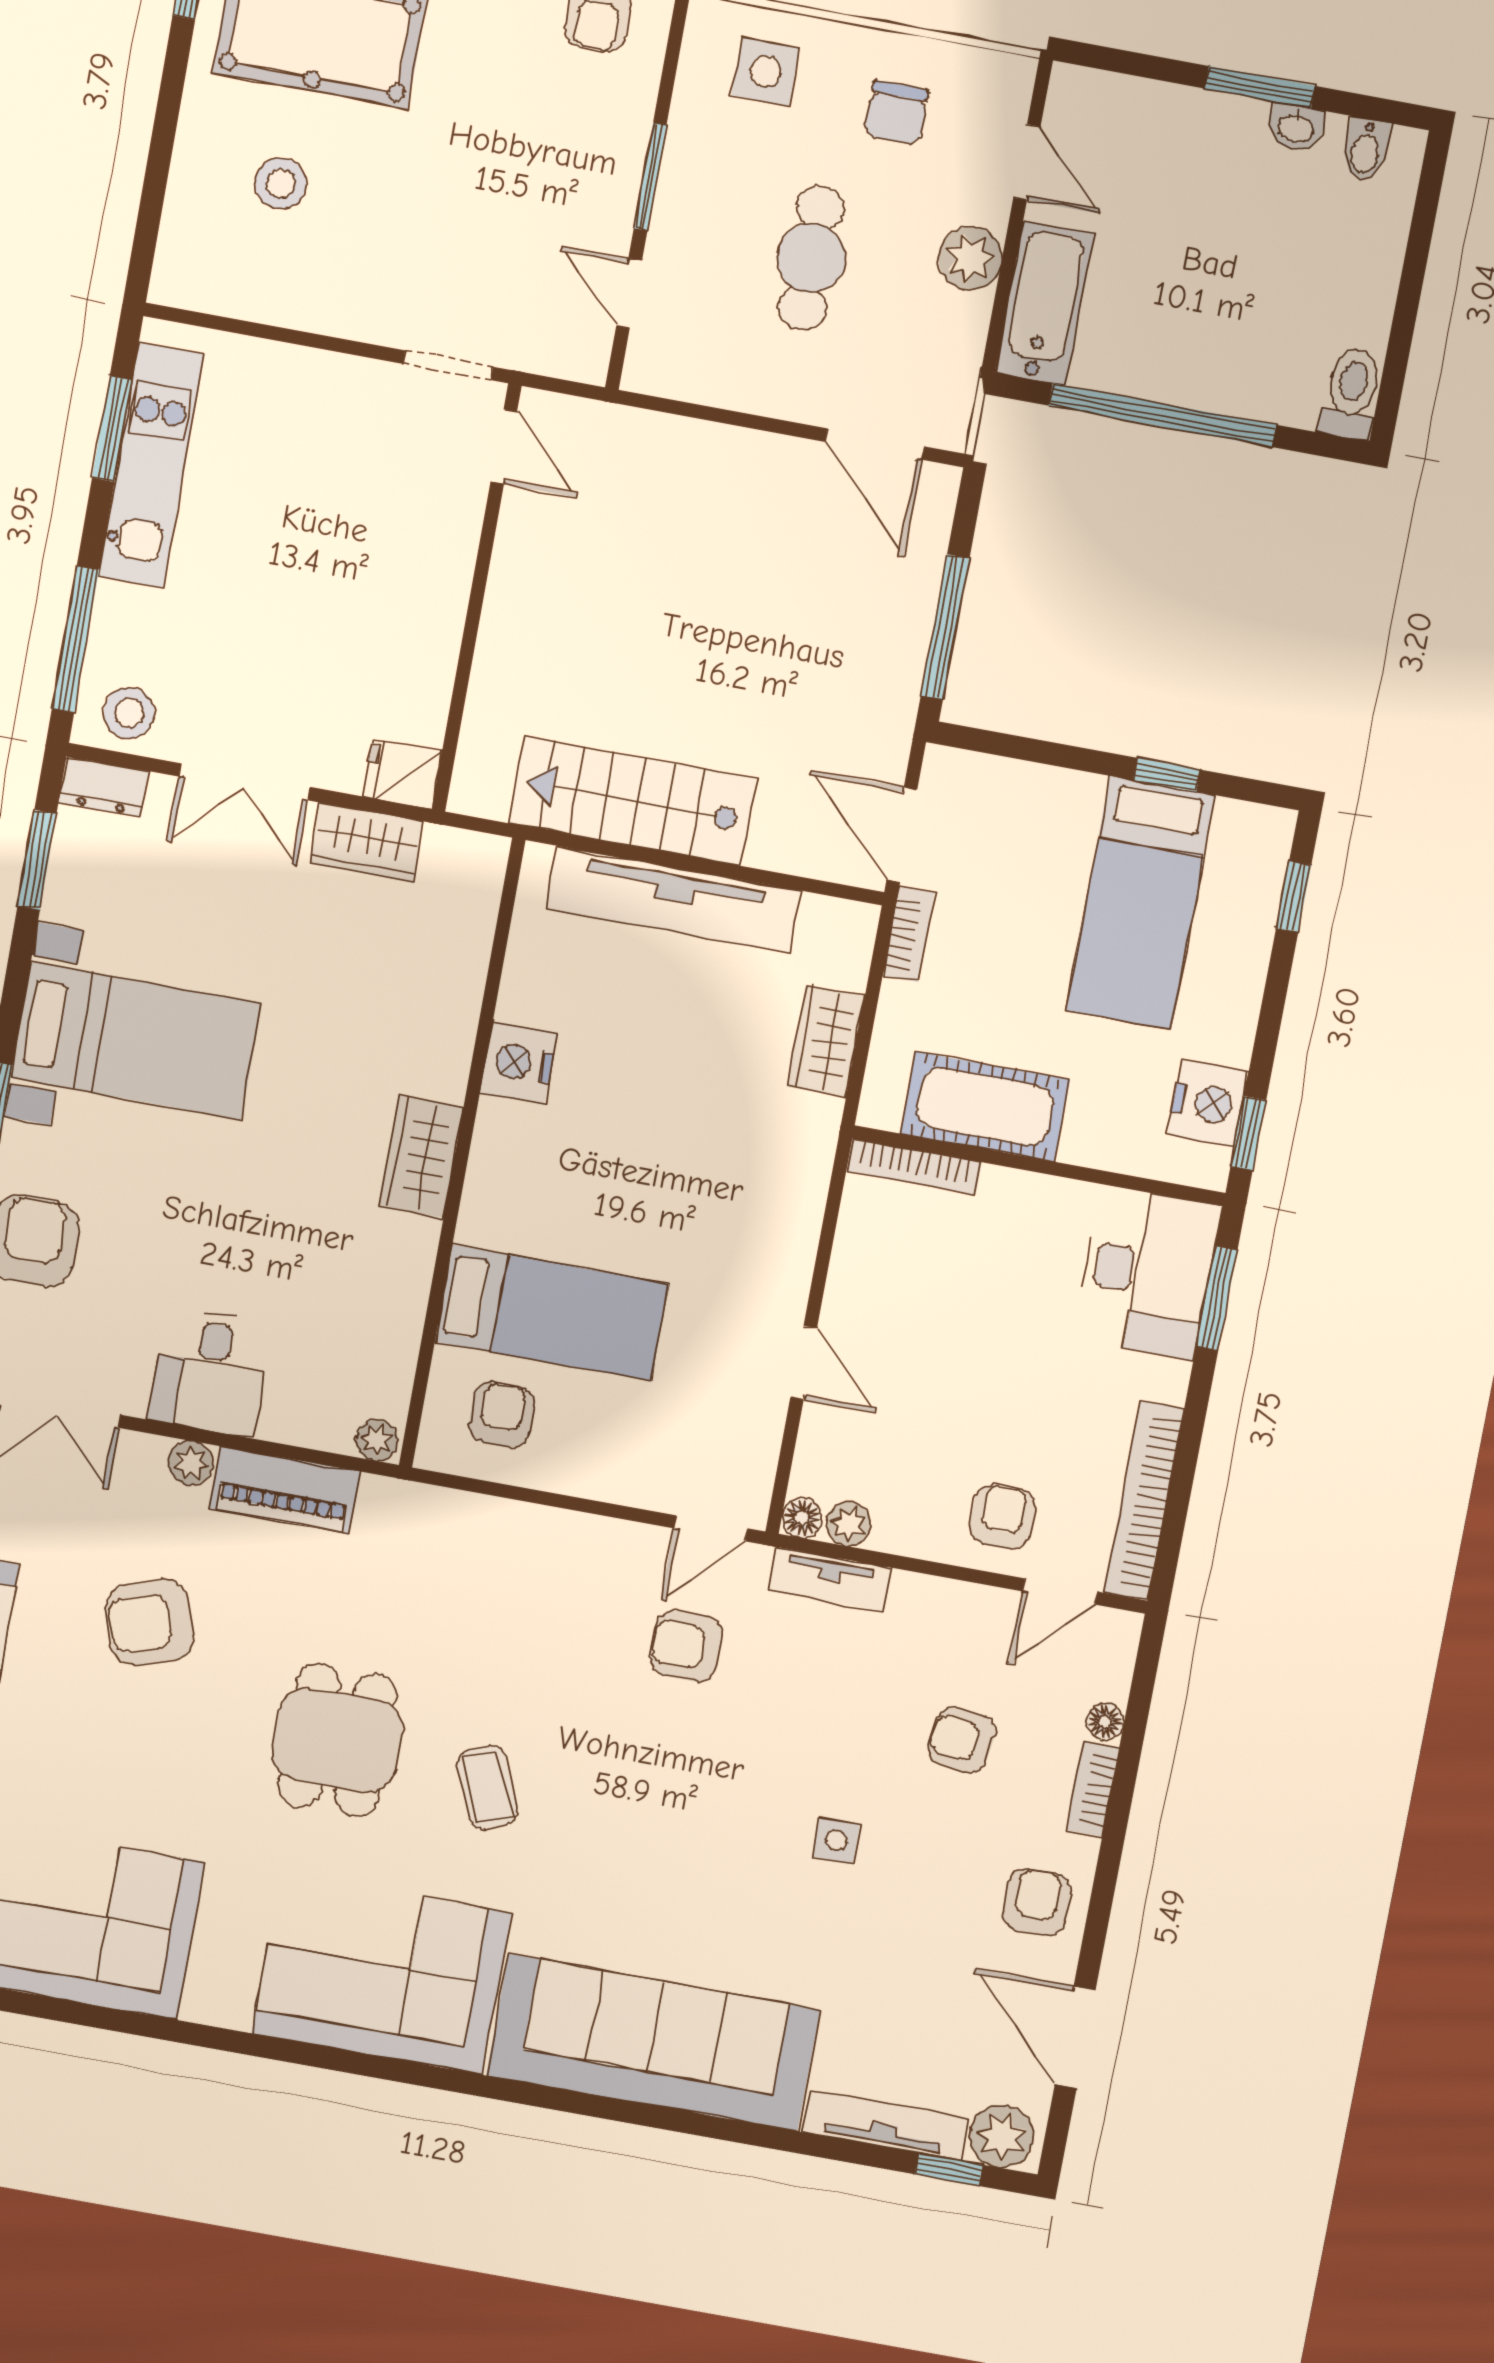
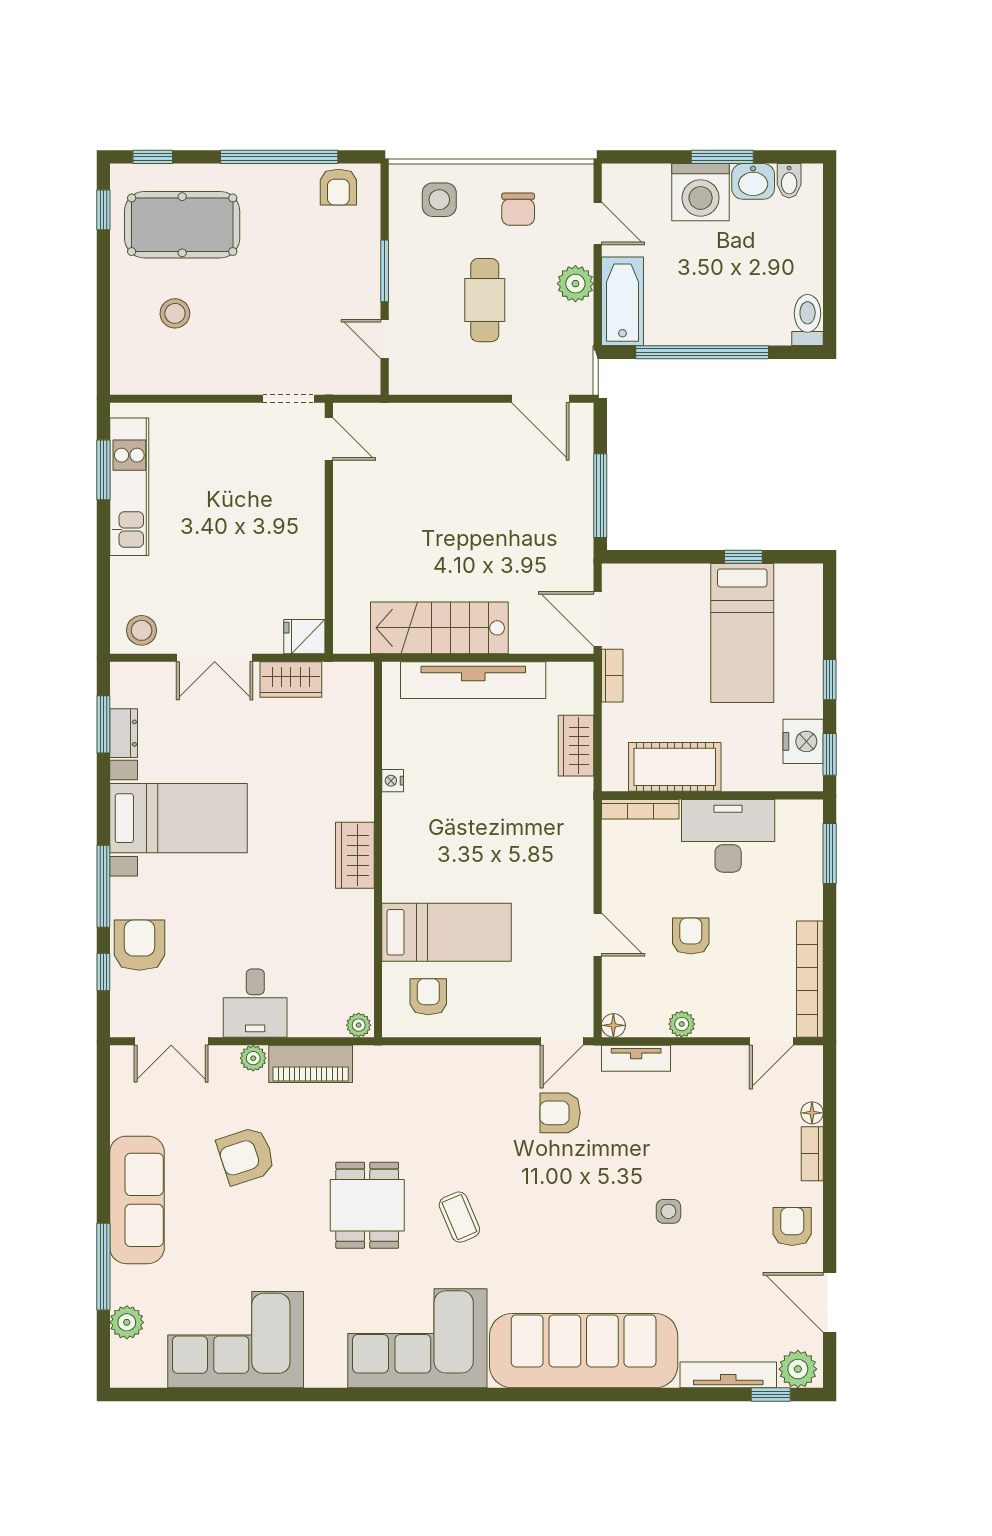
washbasin: (1296, 128) -> (753, 181), width x1.38, depth x1.45
washing machine: (1212, 141) -> (701, 192), added
window: (76, 639) -> (103, 594), removed
dresser: (104, 787) -> (124, 733), moved, turned -90
window: (1294, 897) -> (830, 680), moved
nightstand: (518, 1063) -> (393, 781), width x0.53, depth x0.56
desk: (1147, 1272) -> (728, 836), moved, turned -90
armchair: (1003, 1517) -> (691, 936), moved
plant: (849, 1524) -> (682, 1024), moved
armchair: (962, 1740) -> (730, 1139), removed

